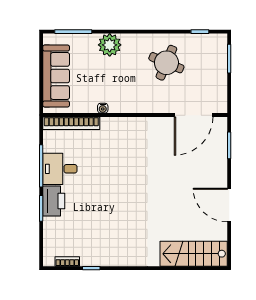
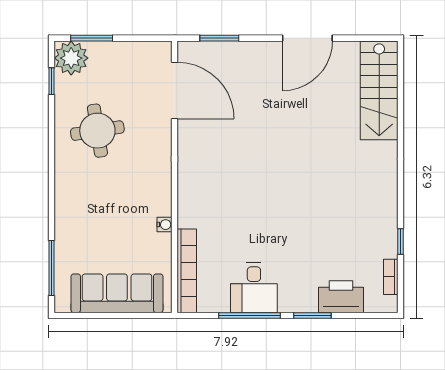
plant: (110, 45) -> (71, 58), moved
round table: (166, 63) -> (97, 131), turned -32
printer: (54, 201) -> (341, 297), moved

